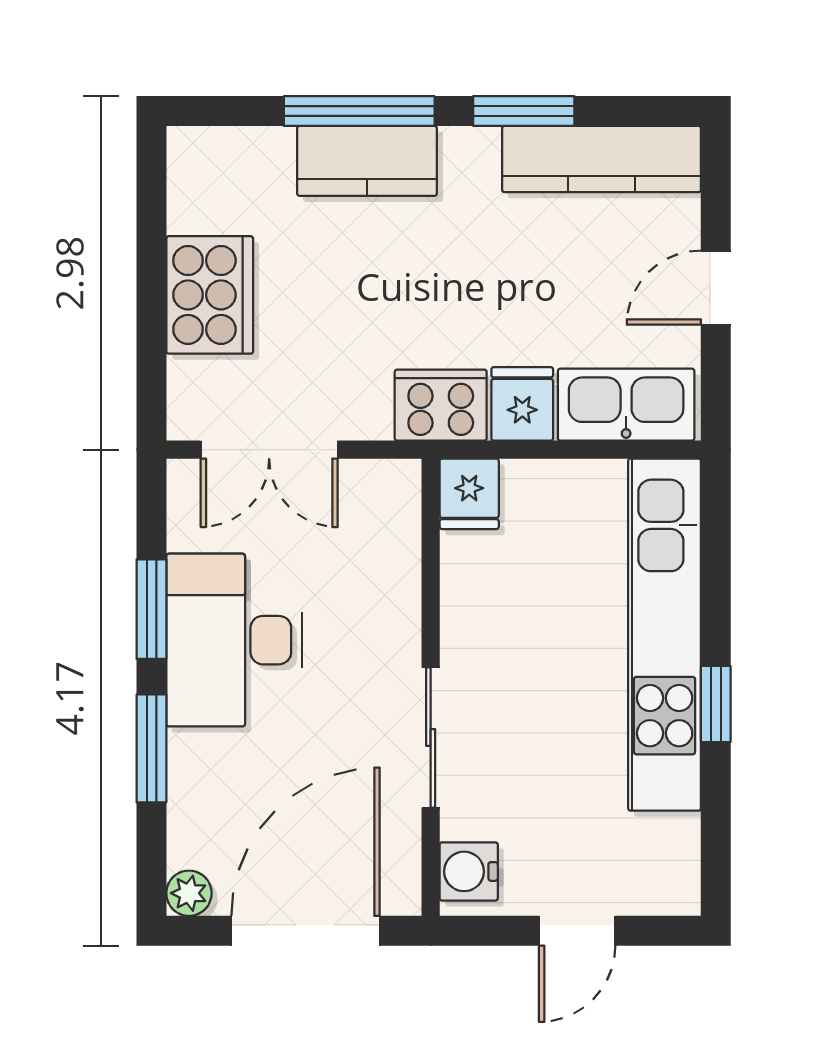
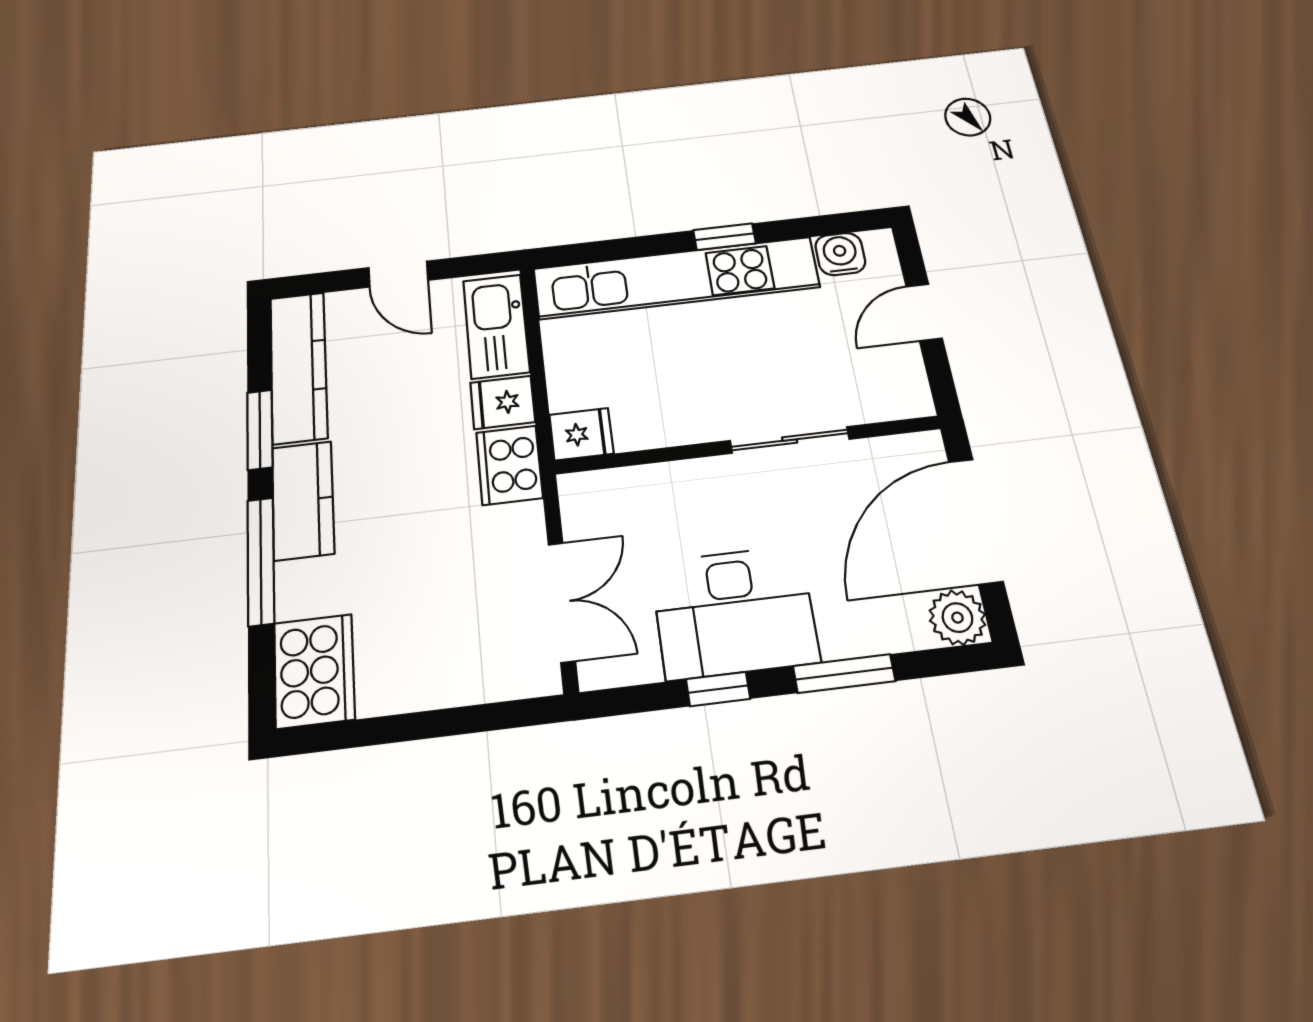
kitchen counter: (367, 161) -> (303, 500), moved
cooker: (210, 295) -> (314, 671), moved, turned 90
window: (151, 609) -> (718, 689), width x0.67
water cooler: (469, 871) -> (840, 254), moved, turned 180
plant: (189, 893) -> (957, 618), width x1.38, depth x1.38
door: (305, 931) -> (976, 521), hinge flipped
door: (577, 931) -> (924, 312), swing flipped

